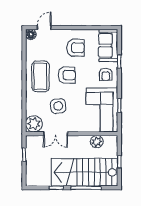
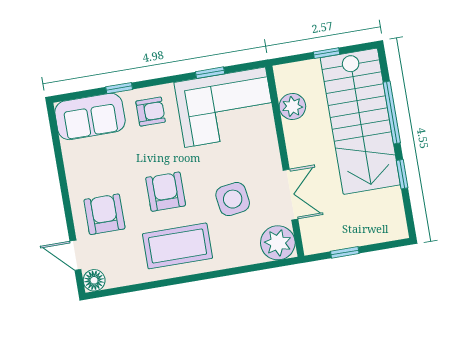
armchair: (75, 48) -> (104, 214), moved

